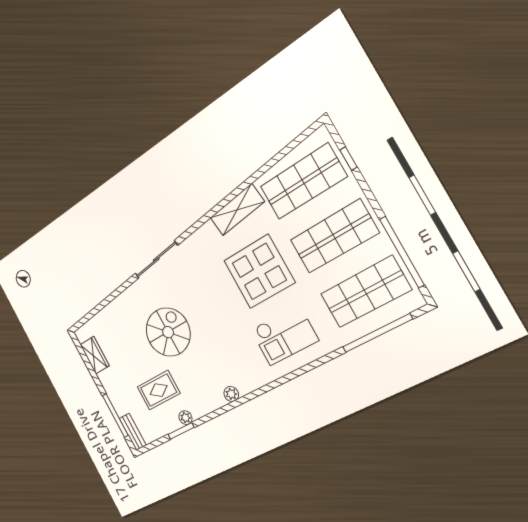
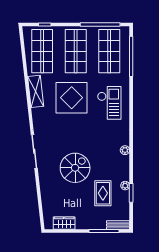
spiral stairs: (168, 332) -> (75, 168), turned 90

